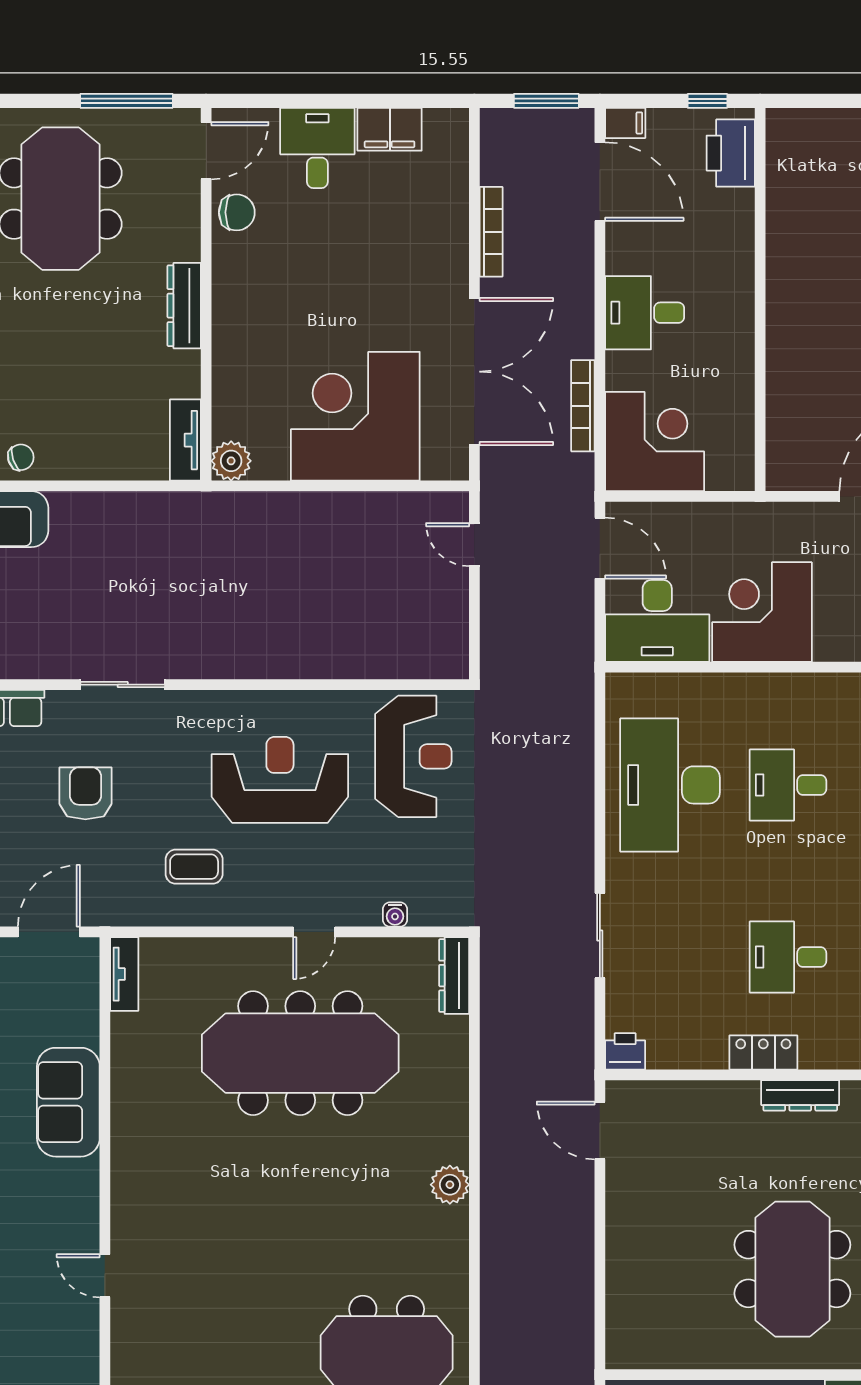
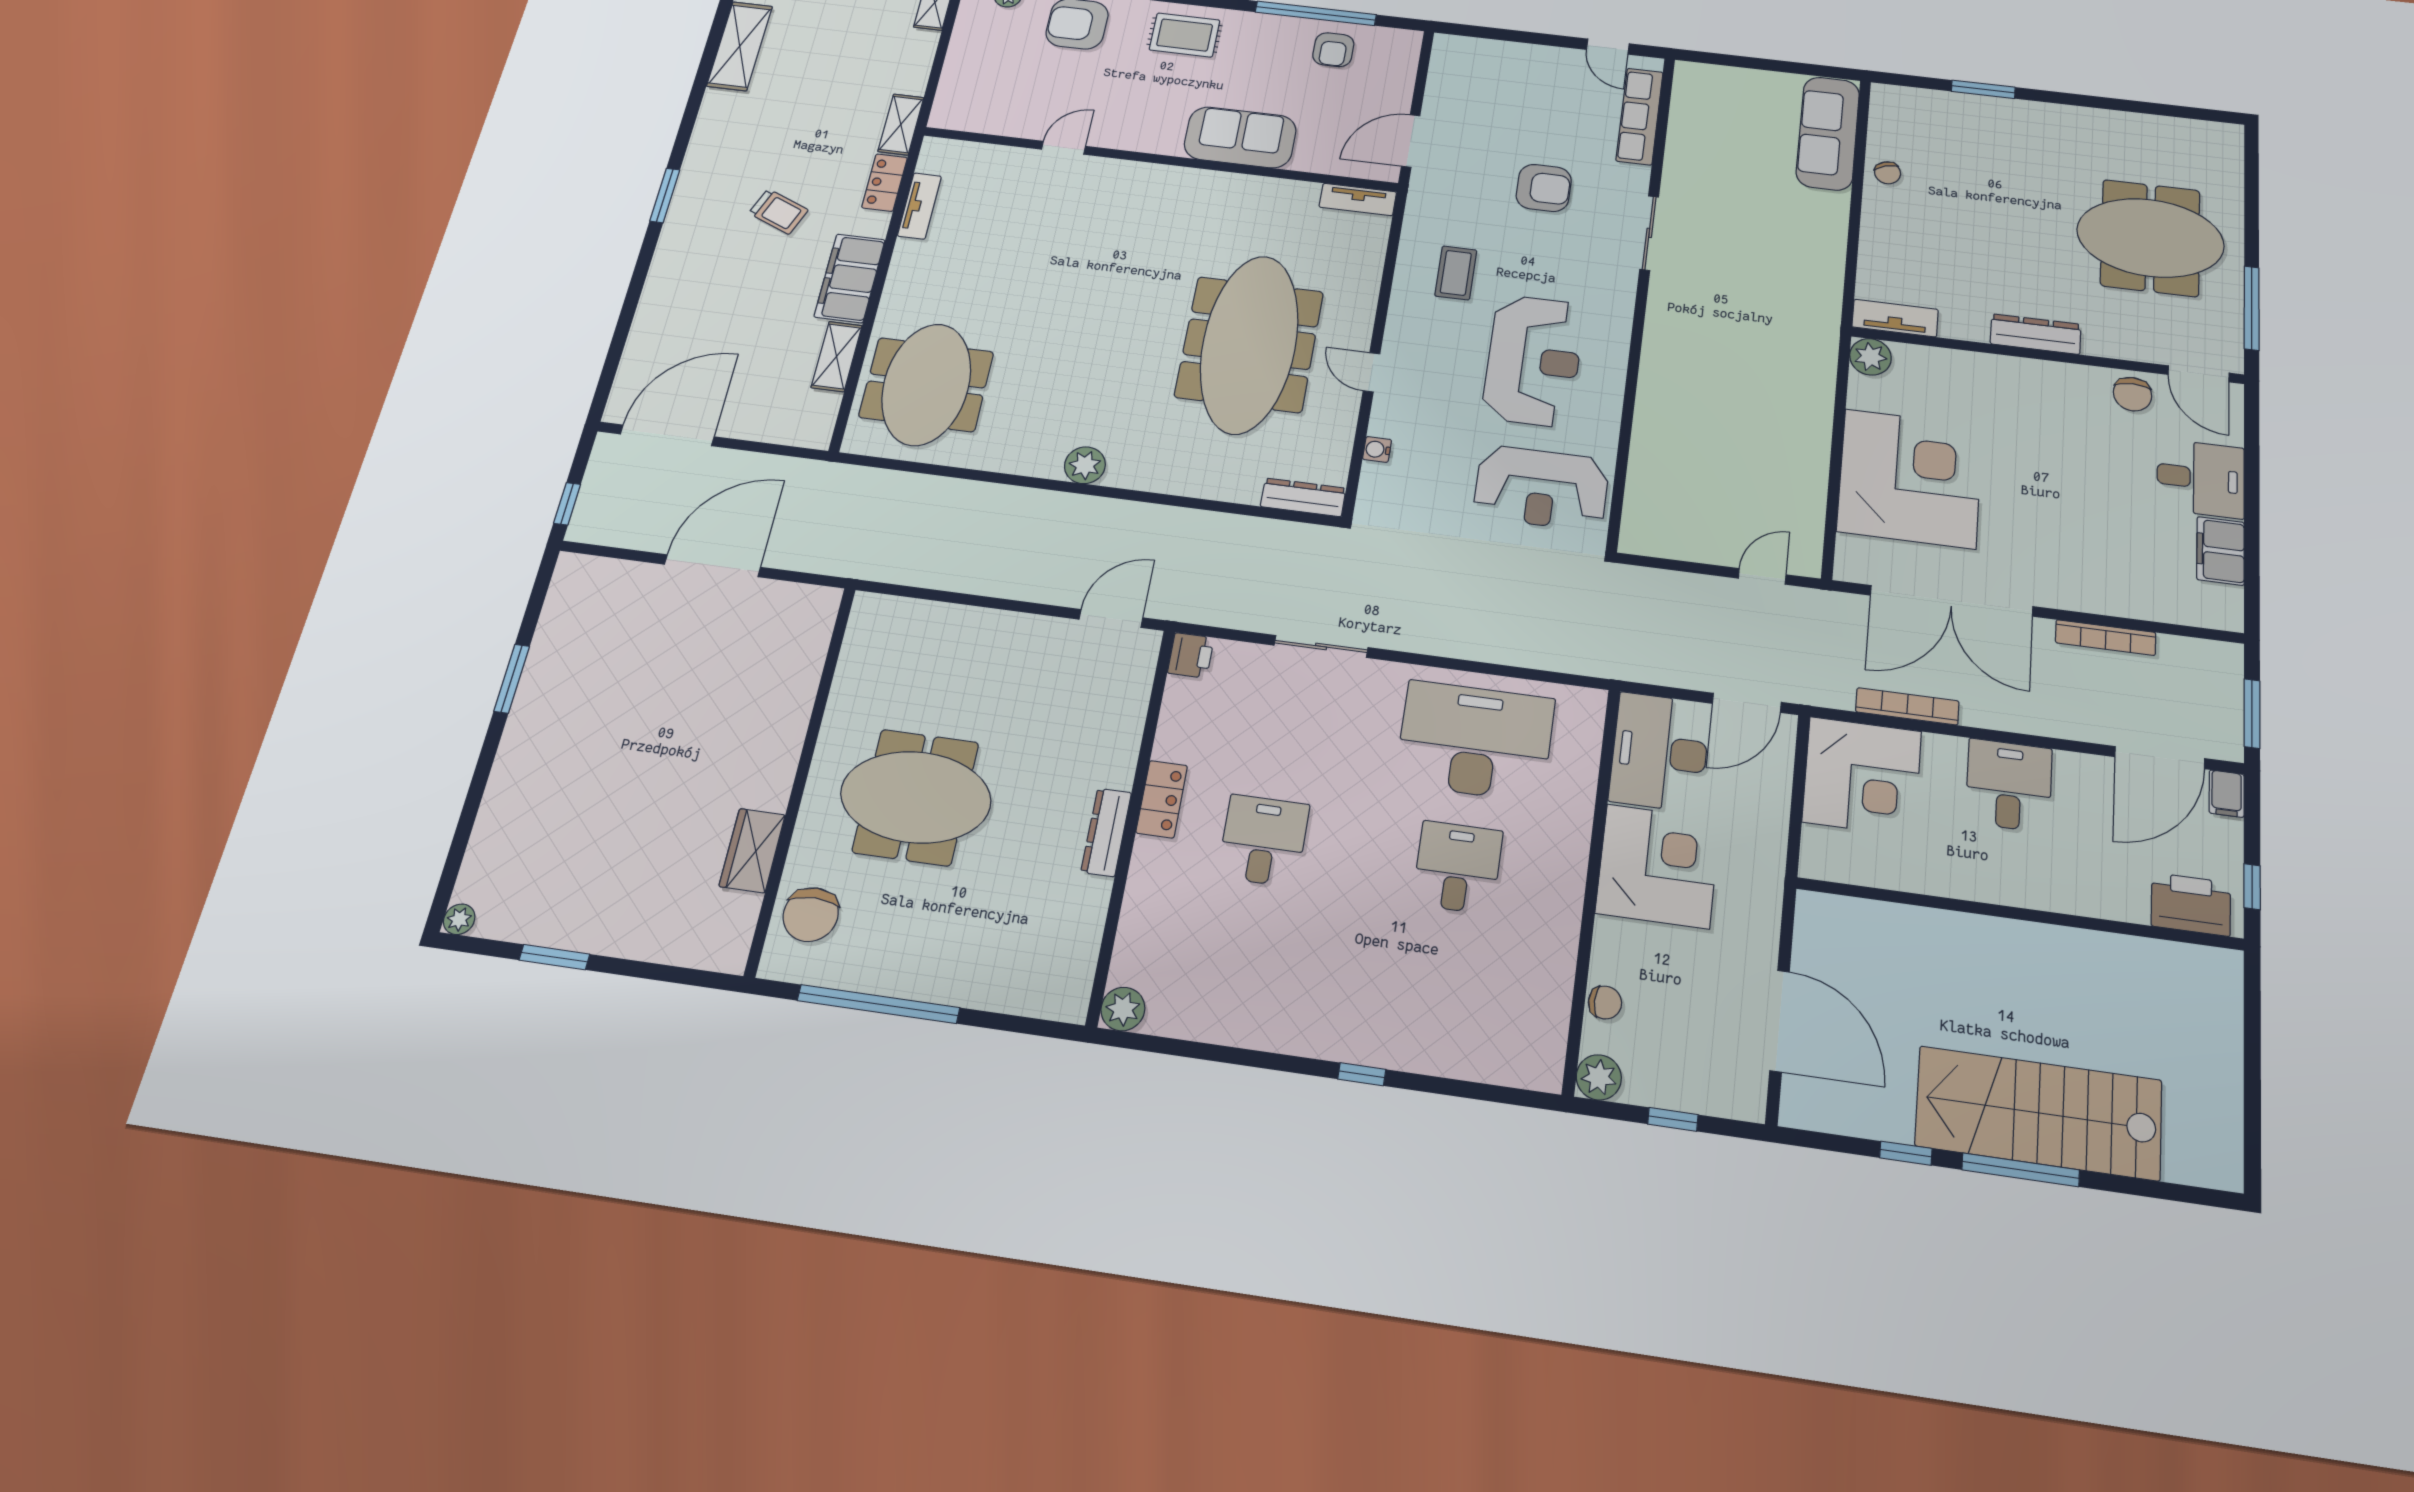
door: (49, 932) -> (1411, 141), swing flipped

